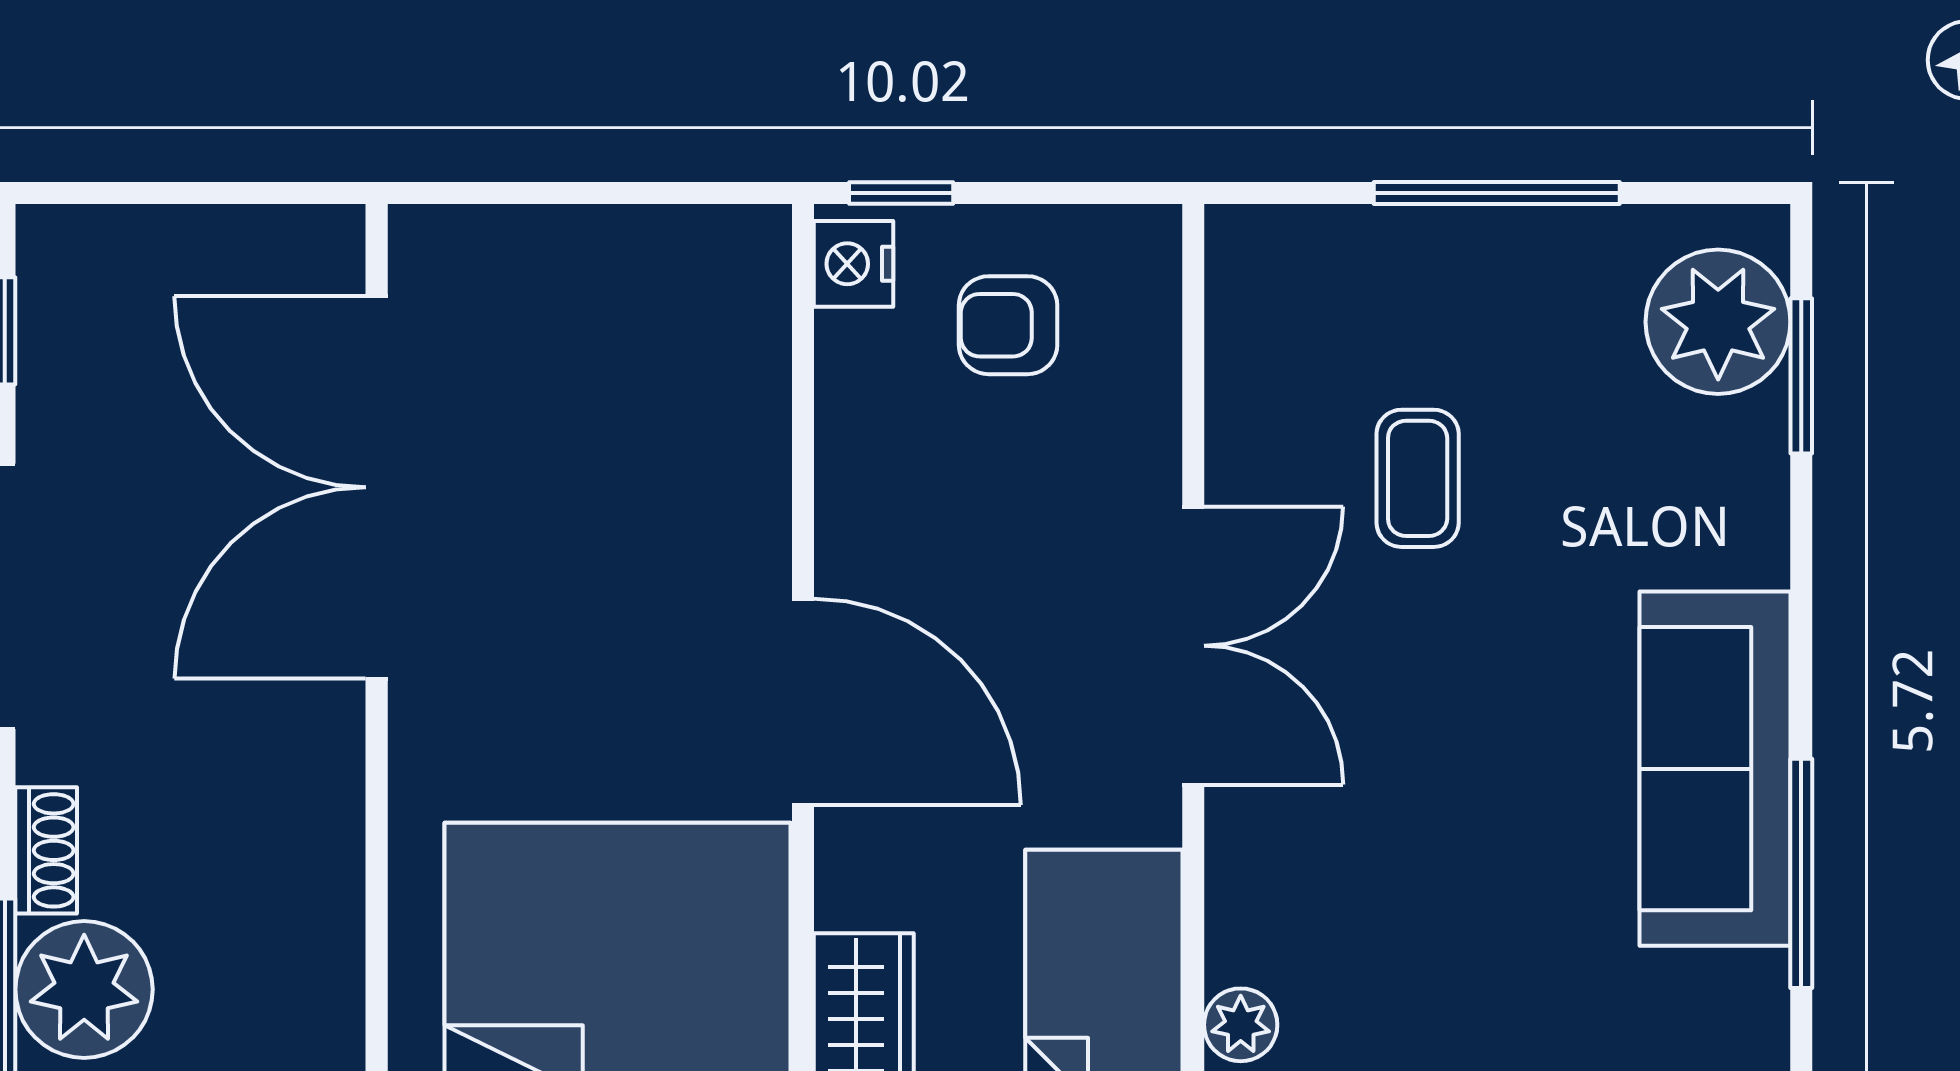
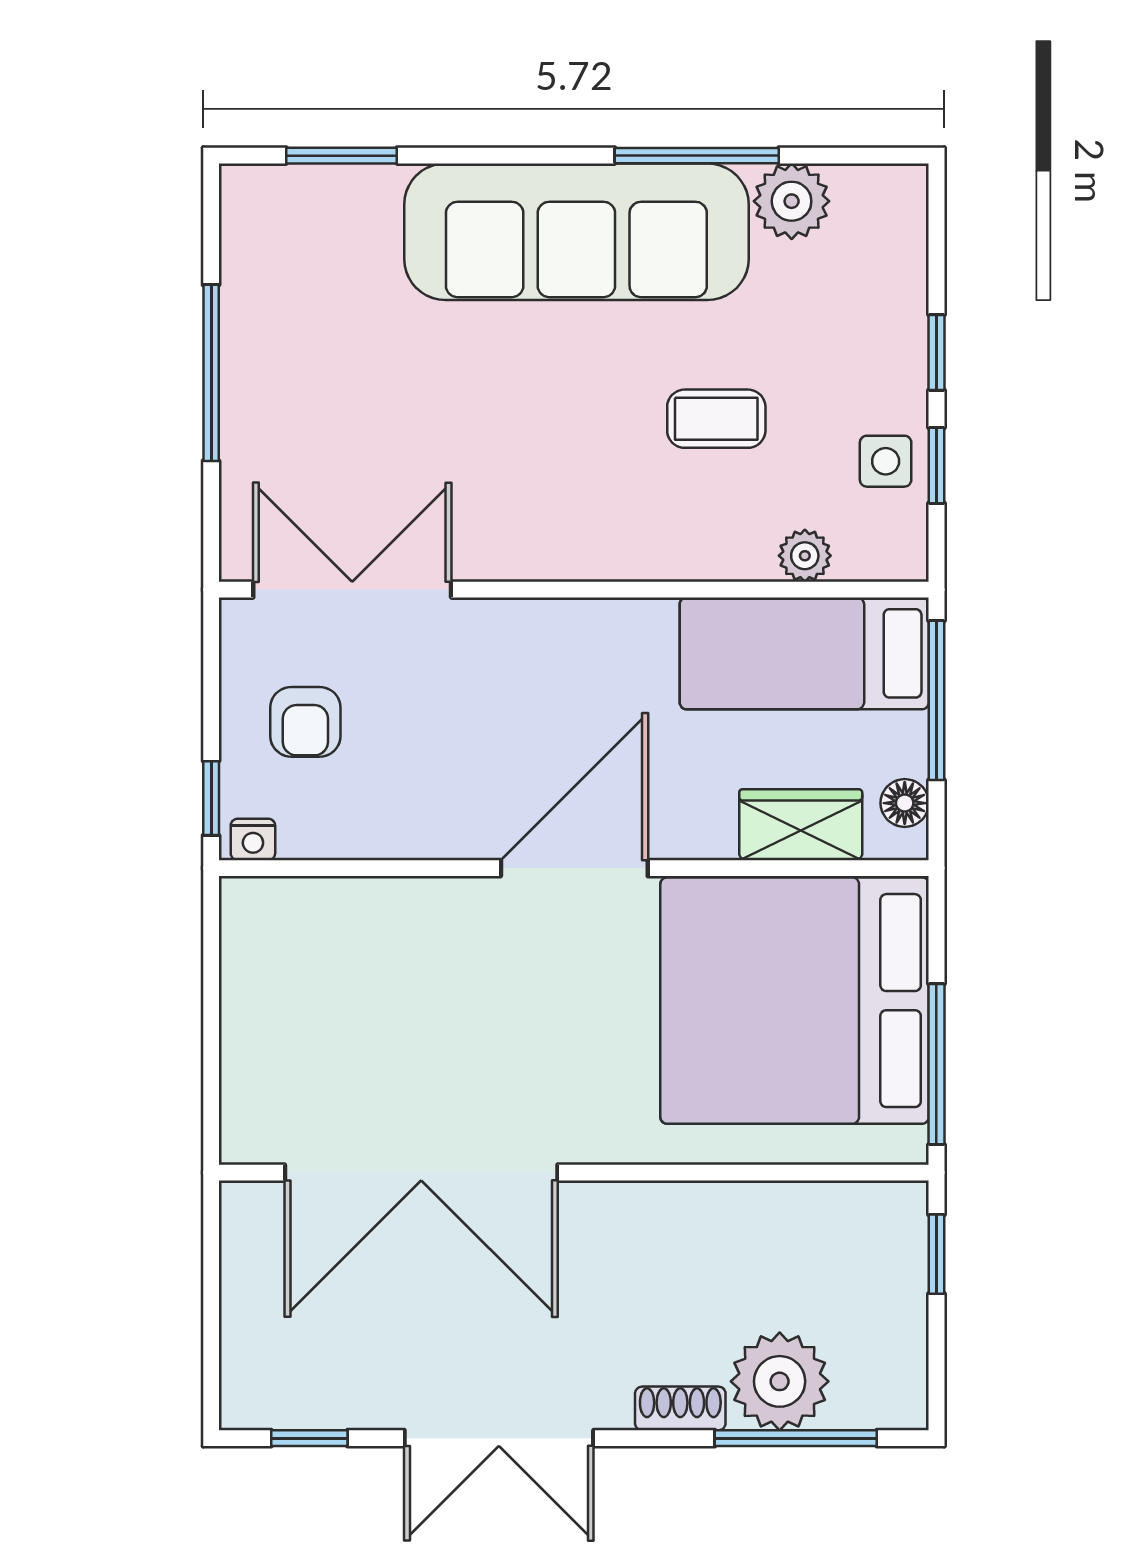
nightstand: (854, 264) -> (253, 839), width x0.72, depth x0.74
plant: (1718, 322) -> (792, 201), moved, width x0.73, depth x0.73
coffee table: (1418, 478) -> (716, 419), moved
double door: (1193, 646) -> (352, 590), moved
sofa: (1715, 769) -> (576, 232), width x1.36, depth x1.27

